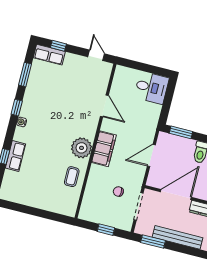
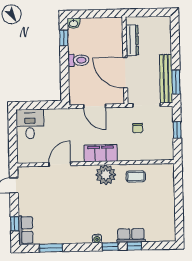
window: (17, 108) -> (110, 247), moved
window: (181, 132) -> (65, 84), removed
bench: (178, 237) -> (166, 79), moved

